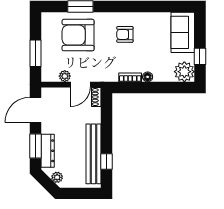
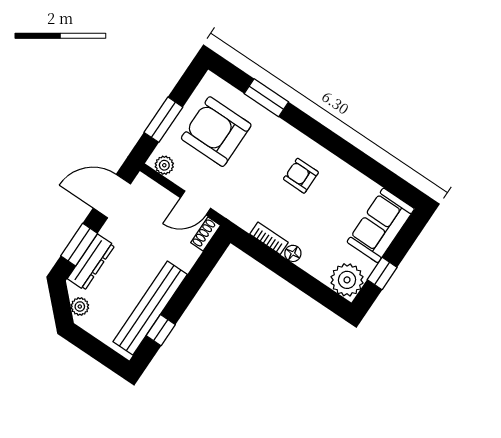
armchair: (78, 35) -> (216, 132), moved
plant: (65, 76) -> (164, 165), moved

